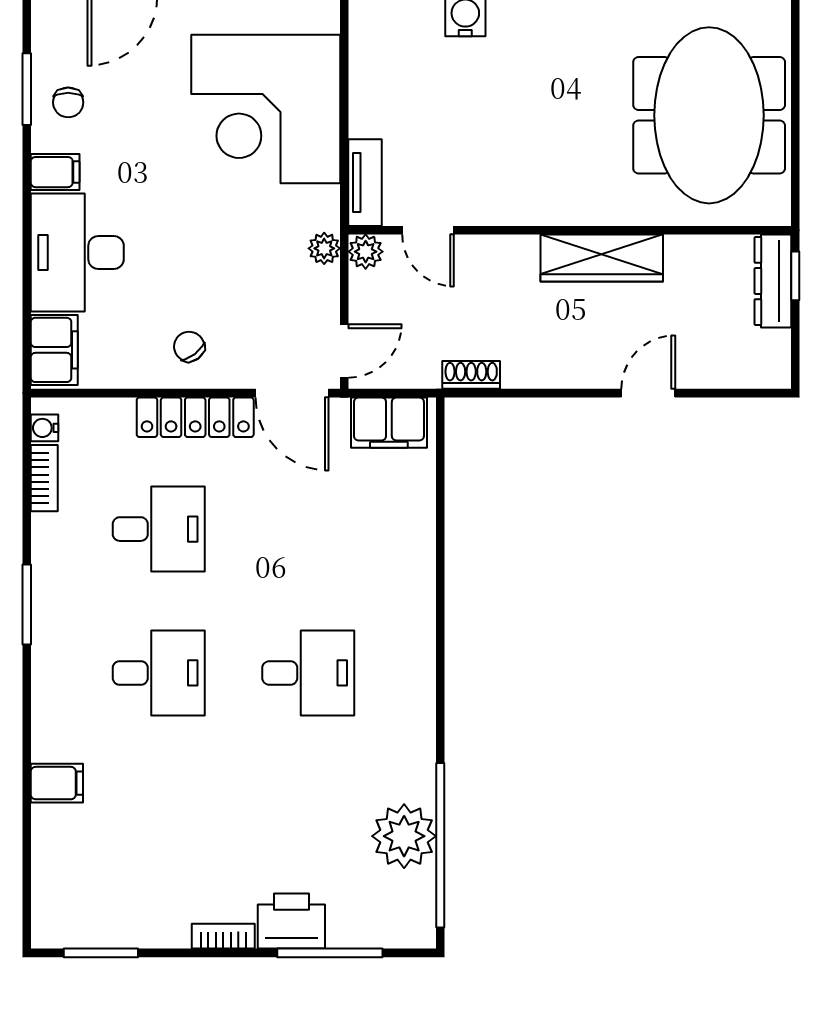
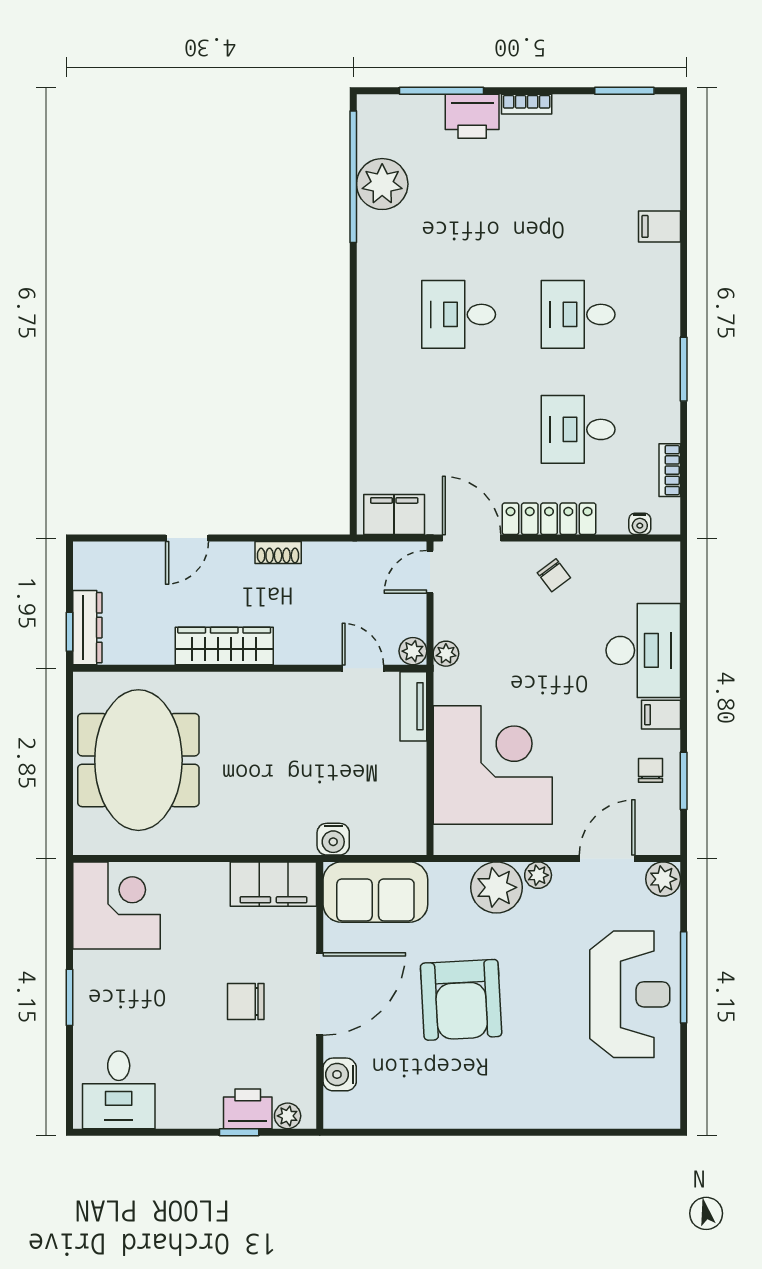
filing cabinet: (54, 350) -> (662, 573), removed
shoe rack: (471, 375) -> (278, 553), moved
water cooler: (45, 428) -> (640, 524), moved, turned 90

